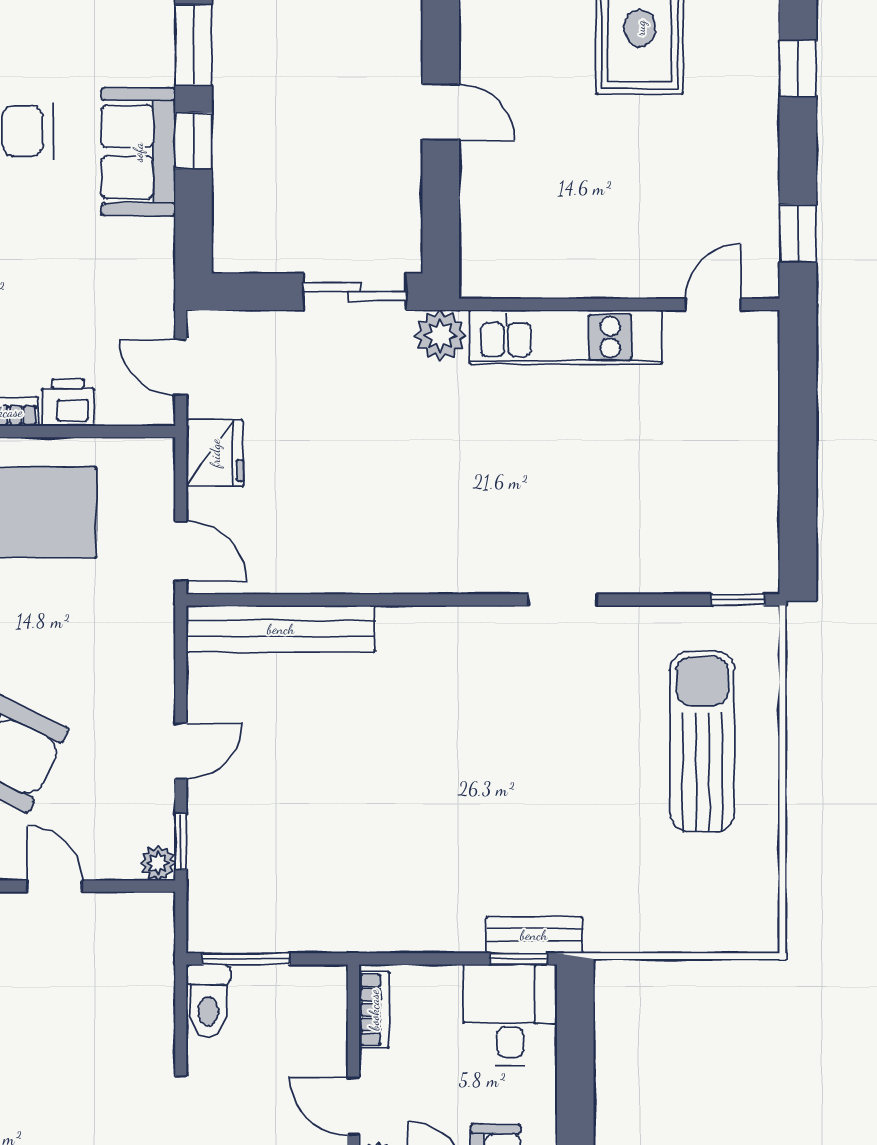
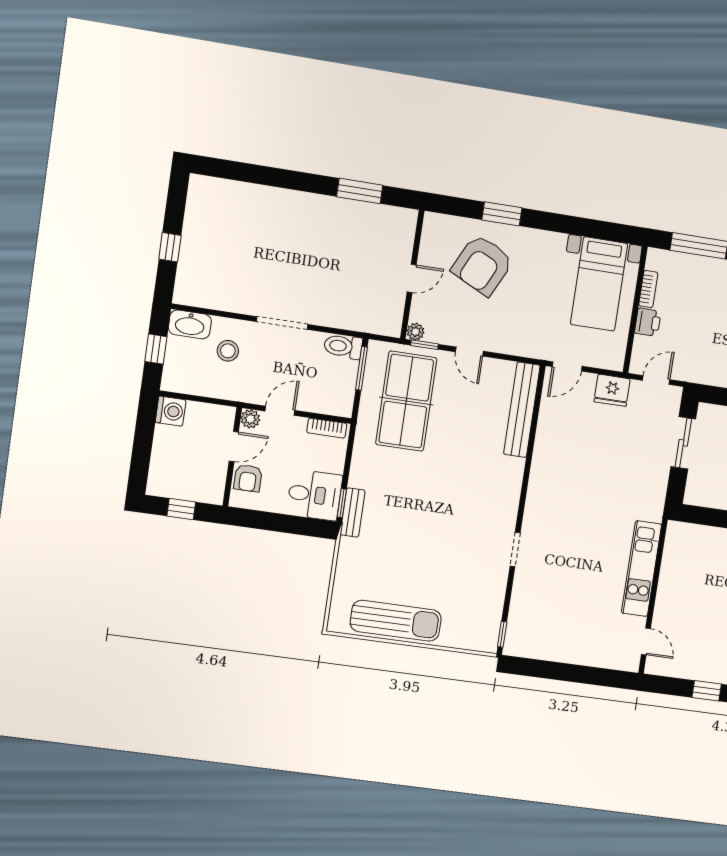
window: (798, 233) -> (707, 691), moved
sliding door: (355, 292) -> (683, 443), moved
plant: (440, 335) -> (652, 508), removed
sun lounger: (702, 742) -> (396, 621), moved
table tennis table: (298, 861) -> (406, 401), added

